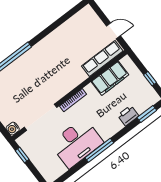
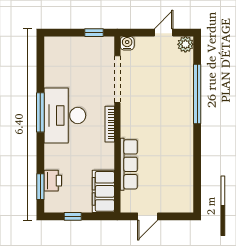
row of seats: (102, 58) -> (129, 164), moved
filing cabinet: (110, 78) -> (103, 191), moved
printer: (128, 116) -> (53, 181), moved
desk: (77, 143) -> (65, 115), moved

